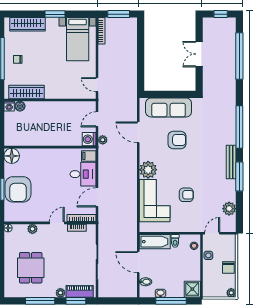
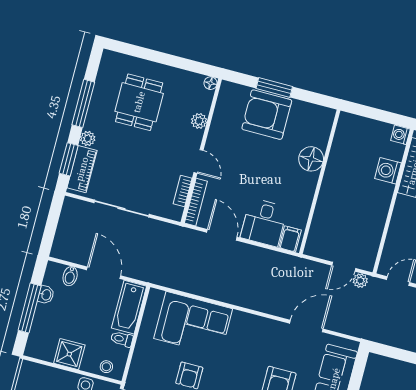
boiler: (20, 106) -> (396, 152), removed
door: (97, 119) -> (344, 267), swing flipped
washing machine: (89, 139) -> (388, 171), moved, turned -90
plant: (103, 140) -> (360, 281), moved
floor lamp: (12, 156) -> (311, 159), moved
plant: (148, 170) -> (244, 326), removed
door: (138, 262) -> (104, 273), hinge flipped
dining table: (31, 268) -> (139, 102), turned 90
shower: (192, 289) -> (69, 354), moved

